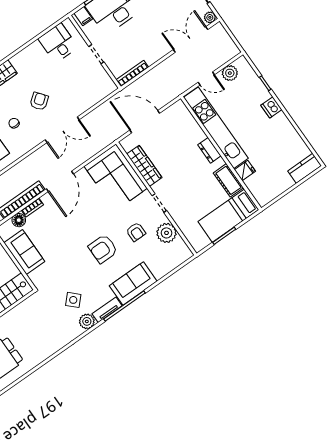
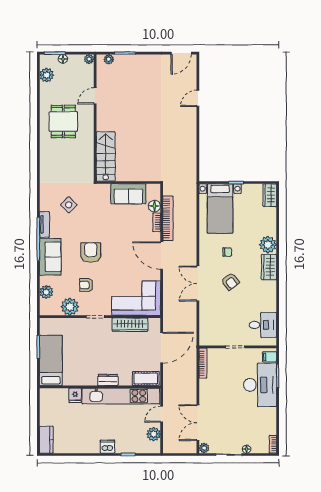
double door: (191, 39) -> (198, 423), swing flipped
cot: (228, 180) -> (146, 378), moved
plant: (87, 321) -> (46, 292), moved

